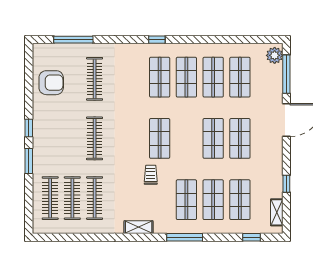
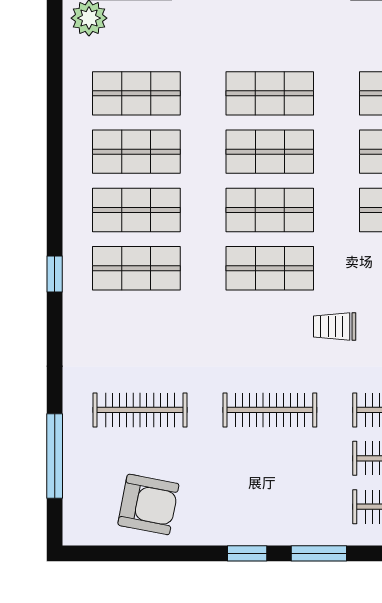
armchair: (51, 83) -> (148, 504), turned 101
shop shelf: (186, 138) -> (270, 210), added
trolley: (151, 175) -> (335, 327), moved

